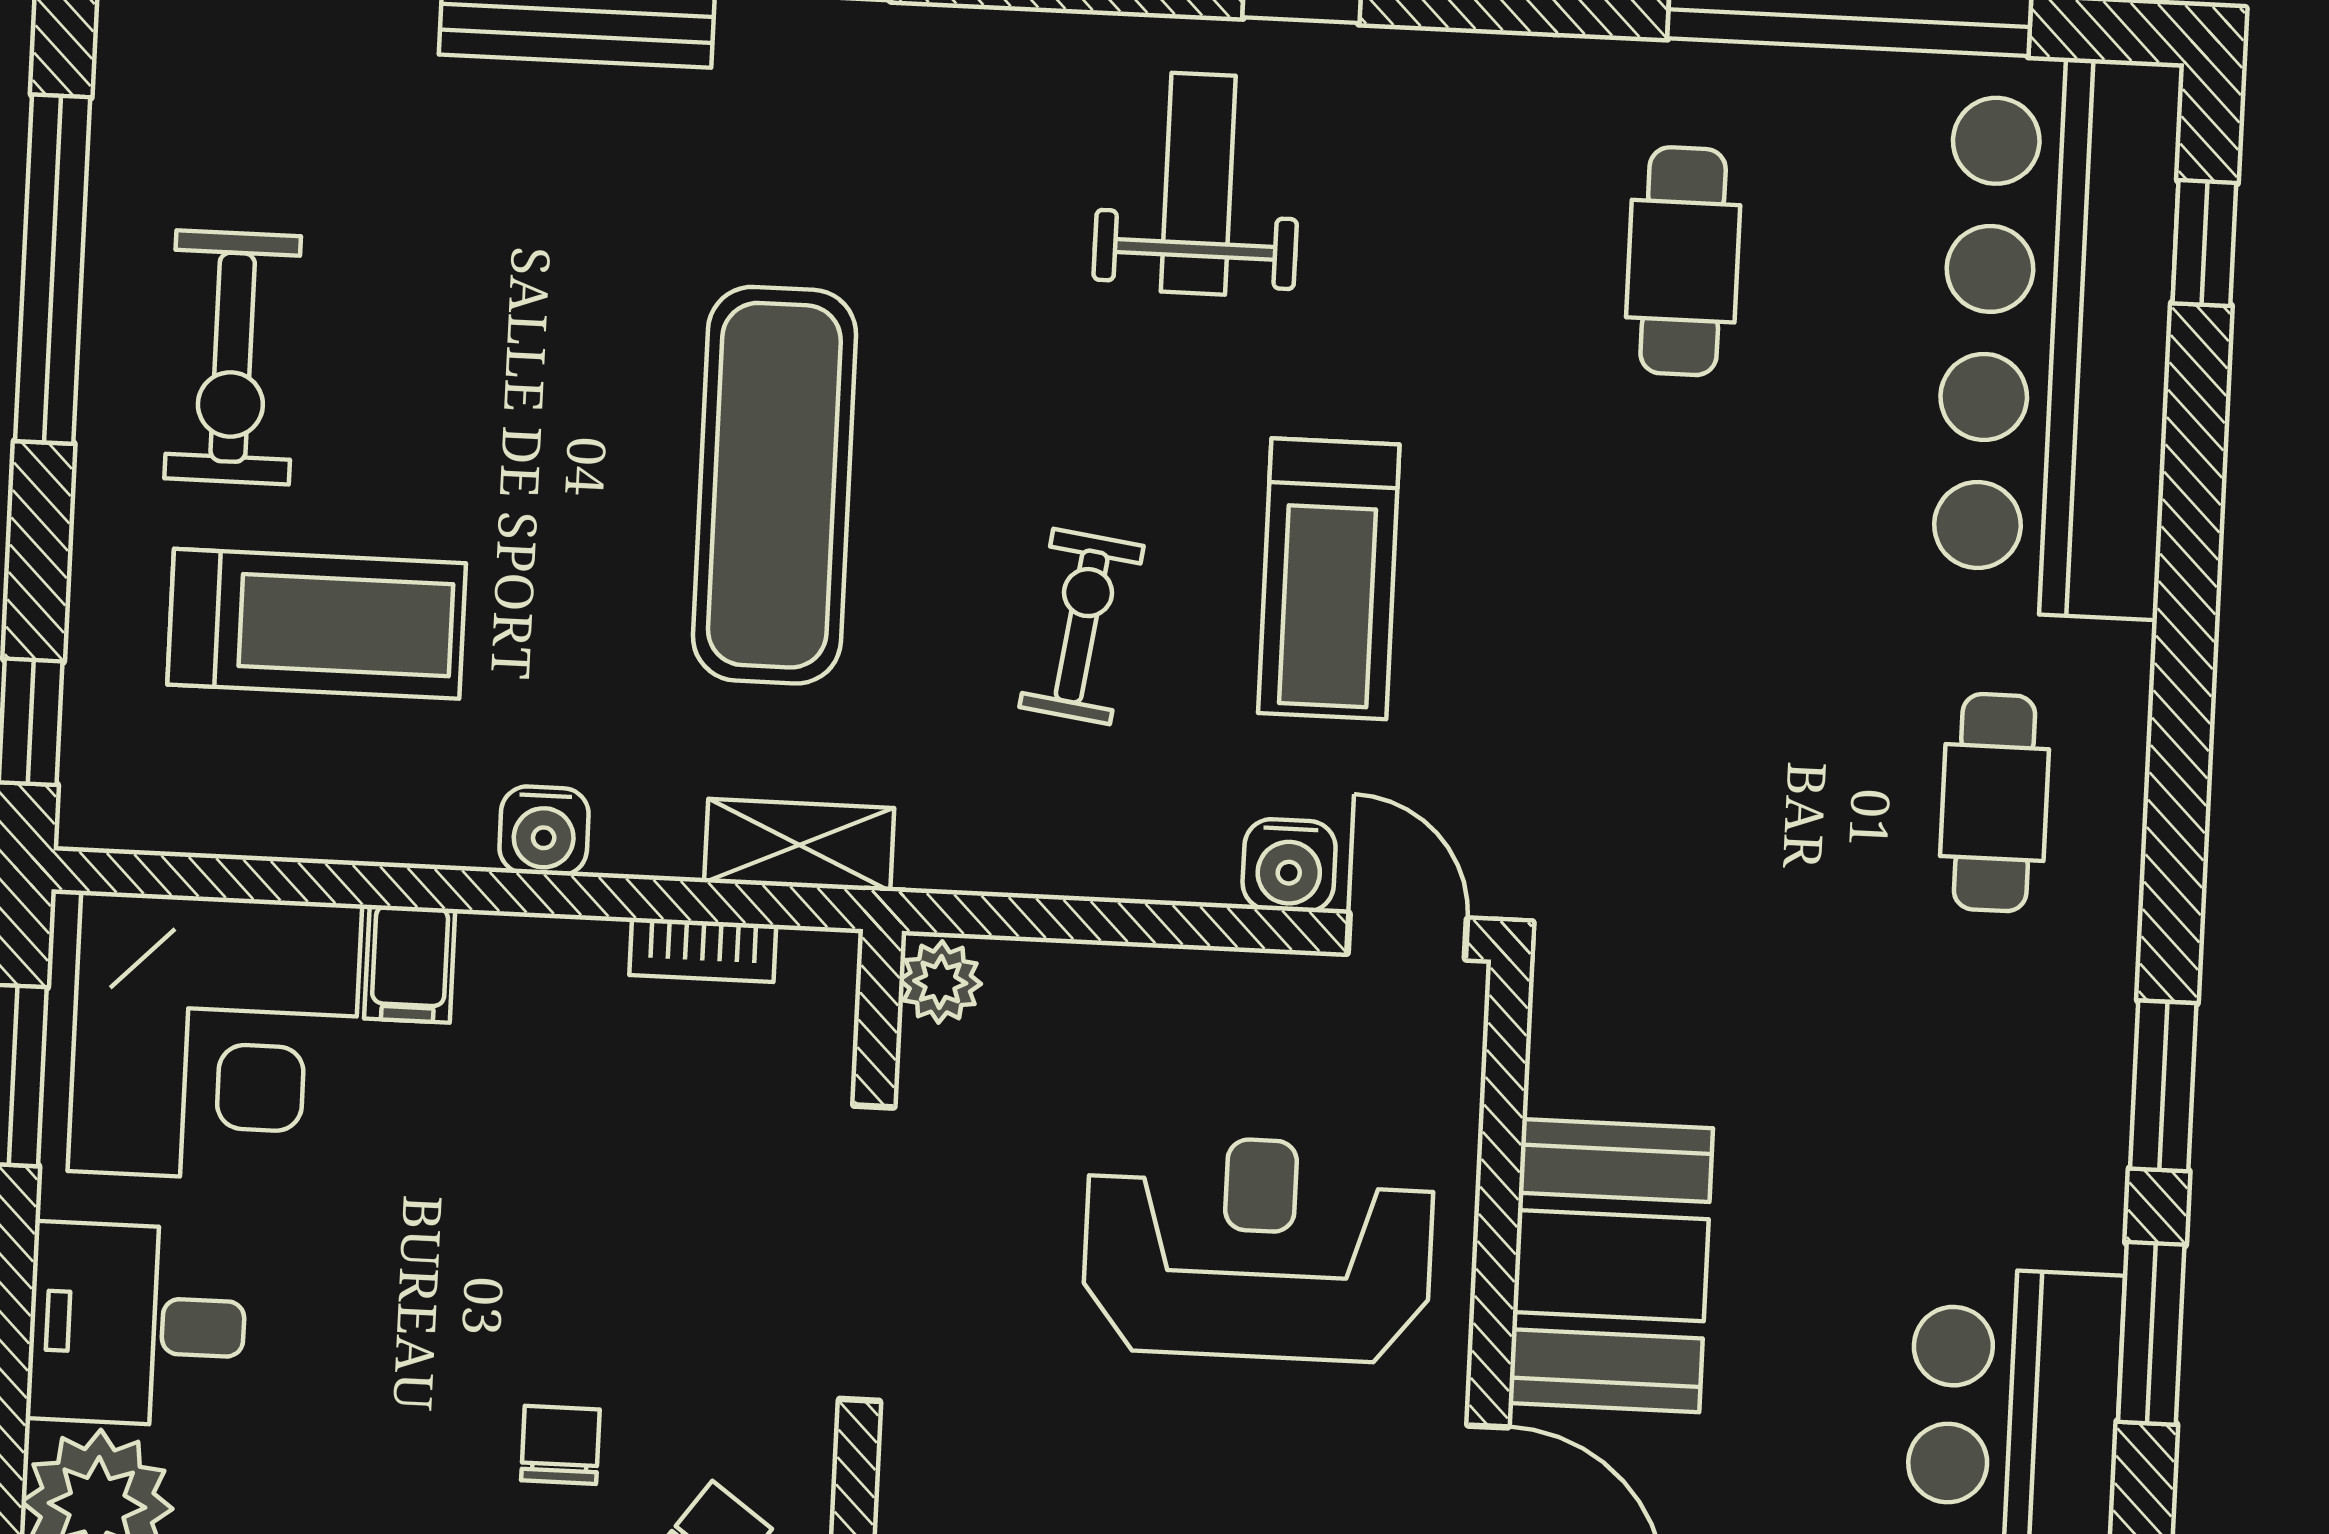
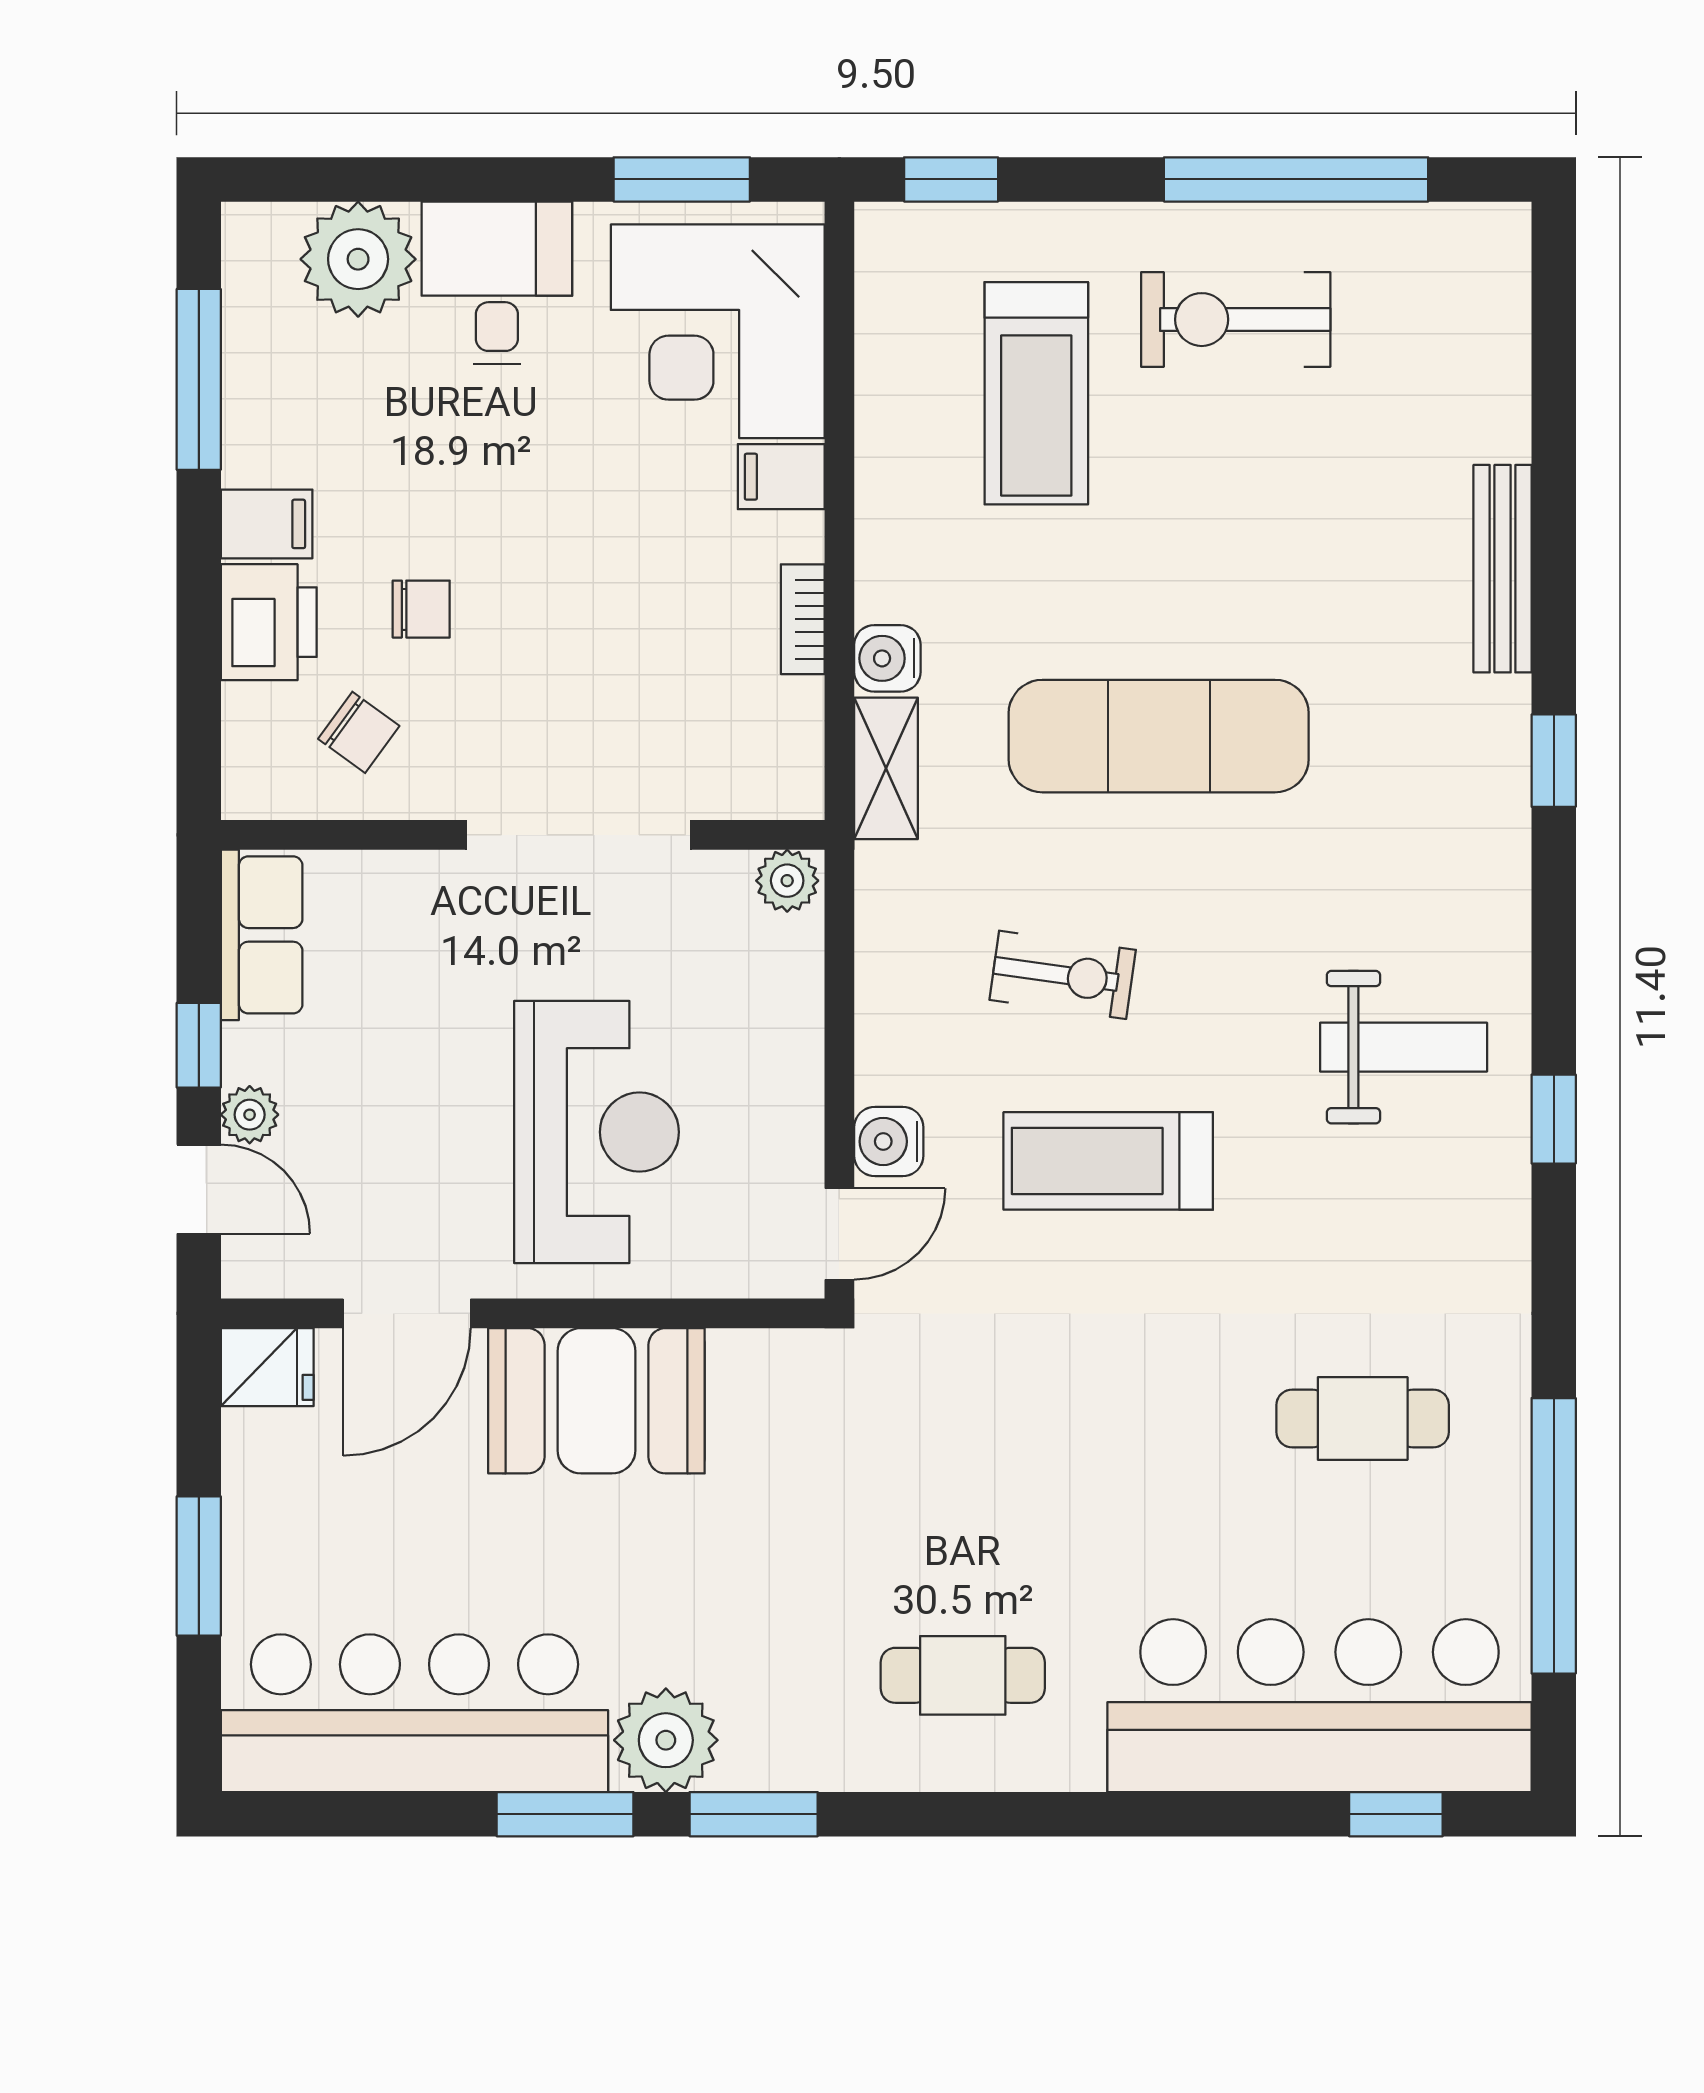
water cooler: (544, 831) -> (887, 658), moved
bookcase: (703, 950) -> (803, 619), moved
plant: (2061, 1196) -> (666, 1740), added

